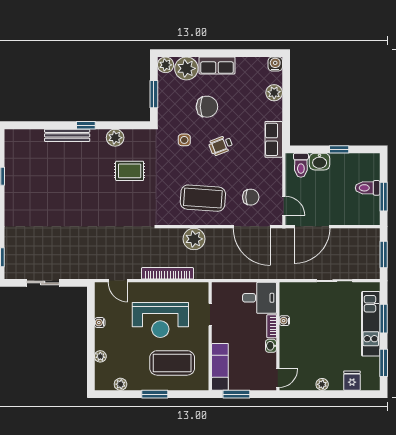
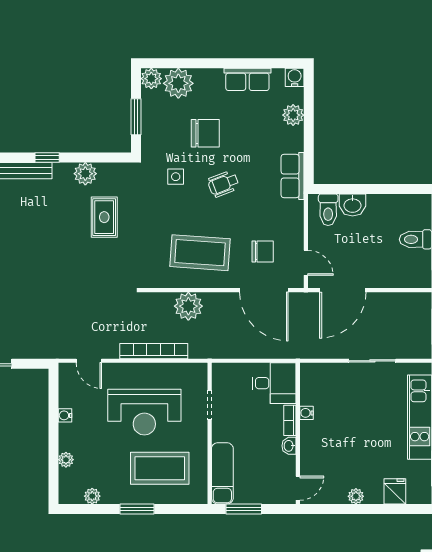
row of seats: (217, 65) -> (247, 79), moved
window: (339, 149) -> (378, 189), removed
rug: (130, 171) -> (104, 217), turned 90

